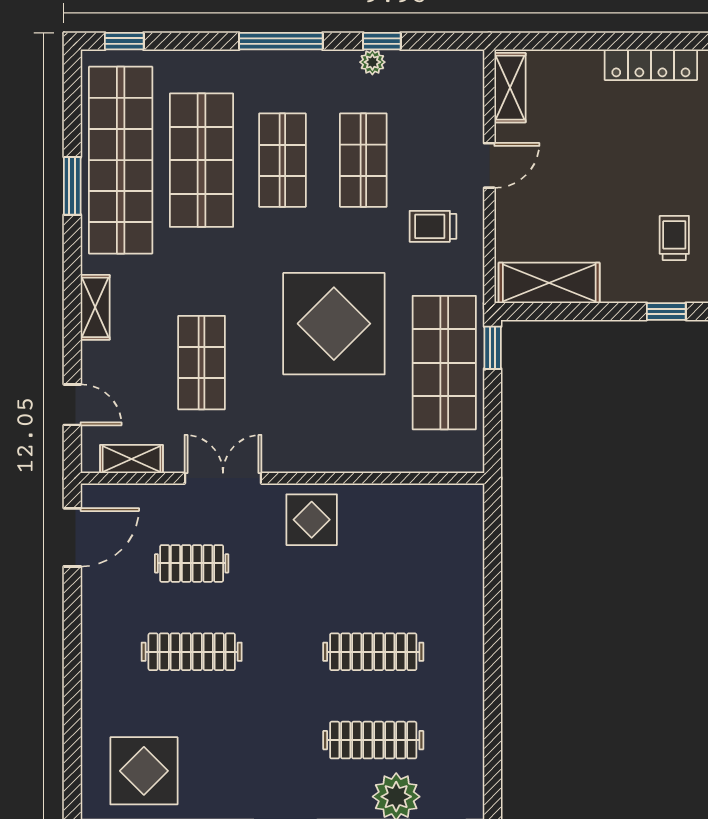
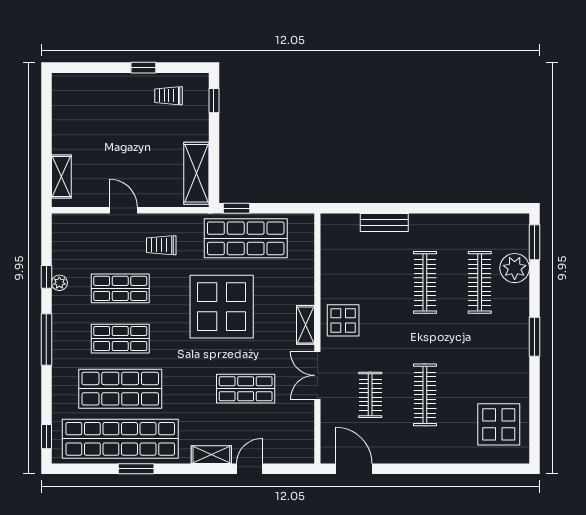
locker: (651, 65) -> (61, 110), removed
shelving: (510, 88) -> (61, 176), moved, turned 90
trolley: (433, 226) -> (161, 245), turned 90
door: (72, 405) -> (249, 469), moved
shelving: (131, 459) -> (305, 325), moved
bench: (470, 586) -> (384, 223), added

